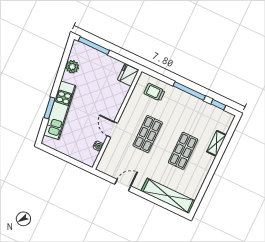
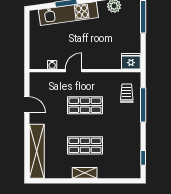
window: (189, 91) -> (143, 105), moved
shelving: (216, 143) -> (85, 173), moved

